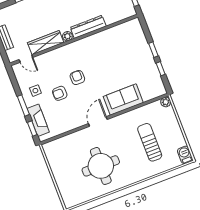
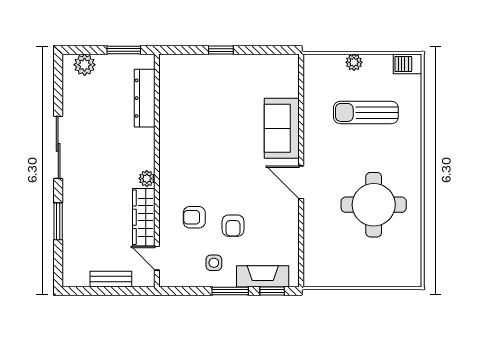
dresser: (88, 27) -> (145, 98), moved
door: (26, 58) -> (157, 258), swing flipped
window: (161, 69) -> (255, 50), removed
armchair: (77, 78) -> (194, 217), moved
plant: (166, 102) -> (354, 62), moved

